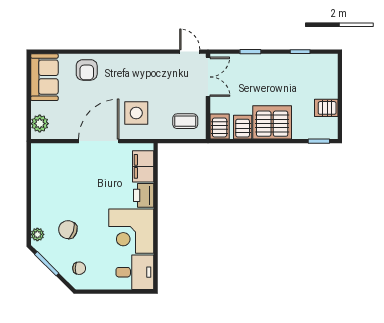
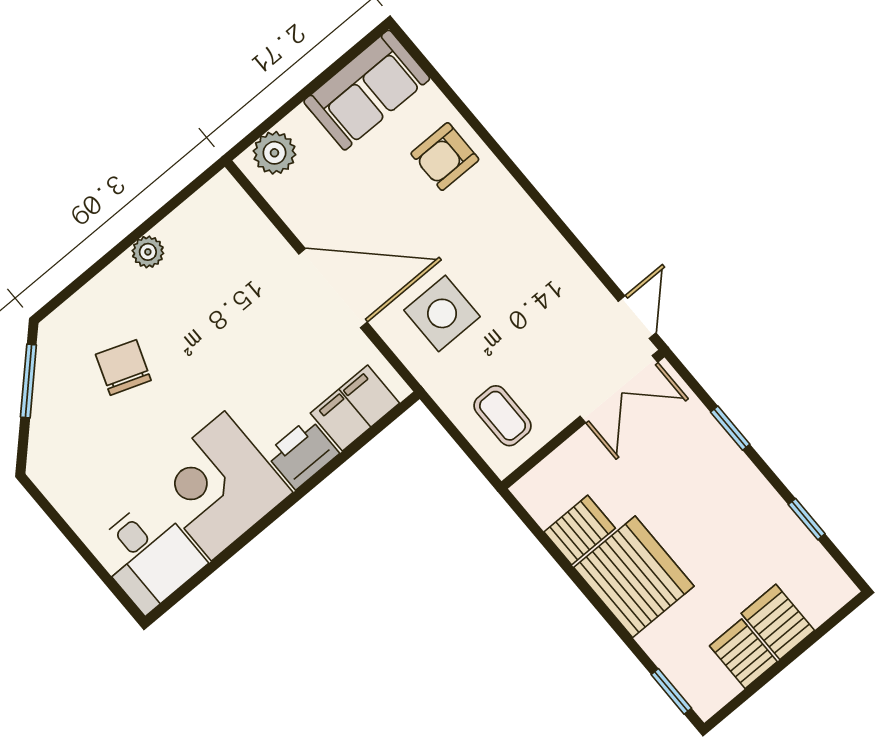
server rack: (220, 127) -> (778, 622), moved, turned -90
plant: (37, 234) -> (148, 252), moved
chair: (79, 268) -> (70, 447), removed

